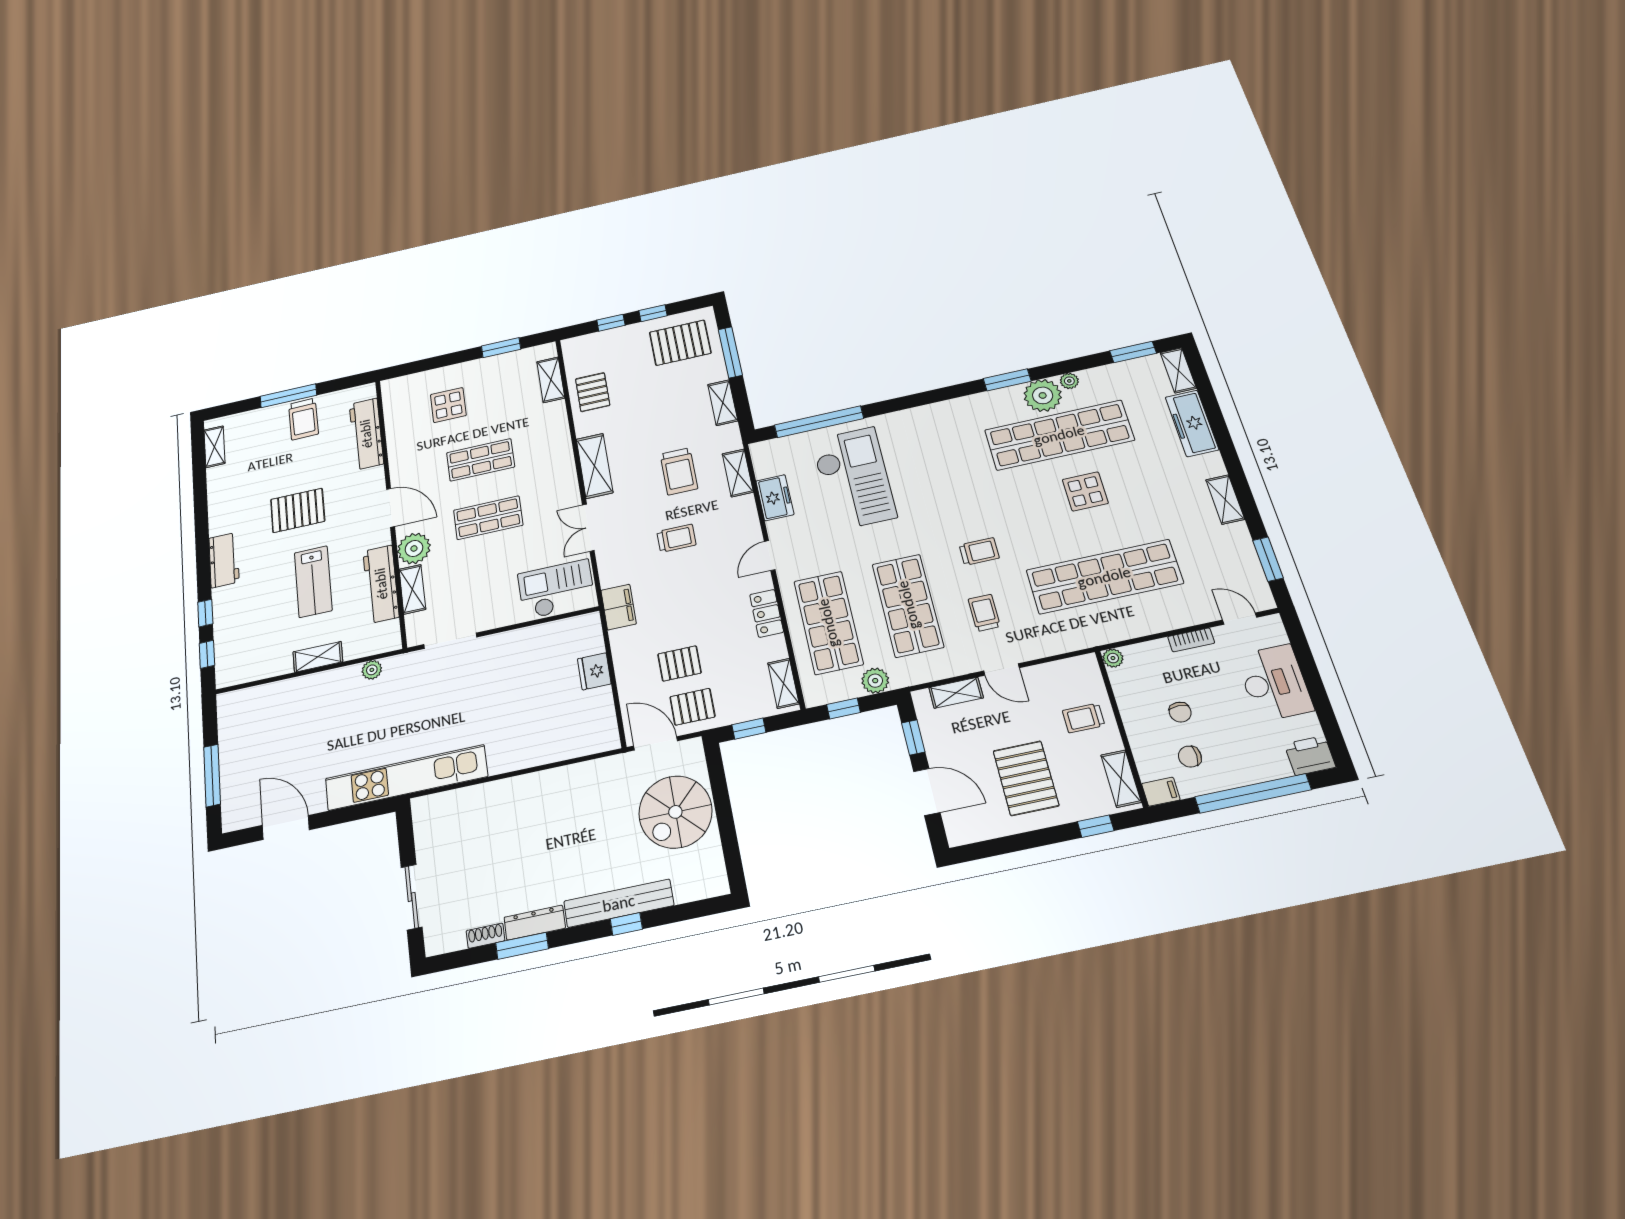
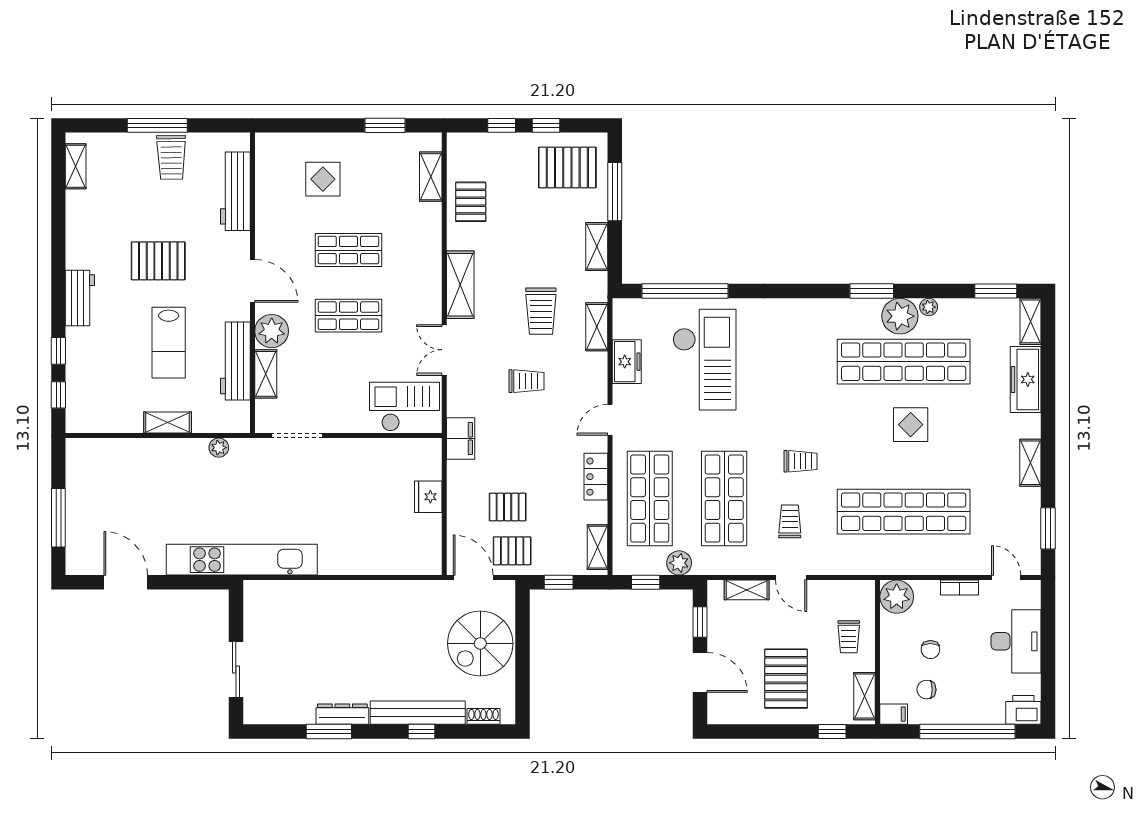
plant: (1113, 658) -> (897, 597), width x1.88, depth x1.88
trolley: (1084, 718) -> (849, 637), turned -90
shoe rack: (485, 936) -> (483, 716), moved

